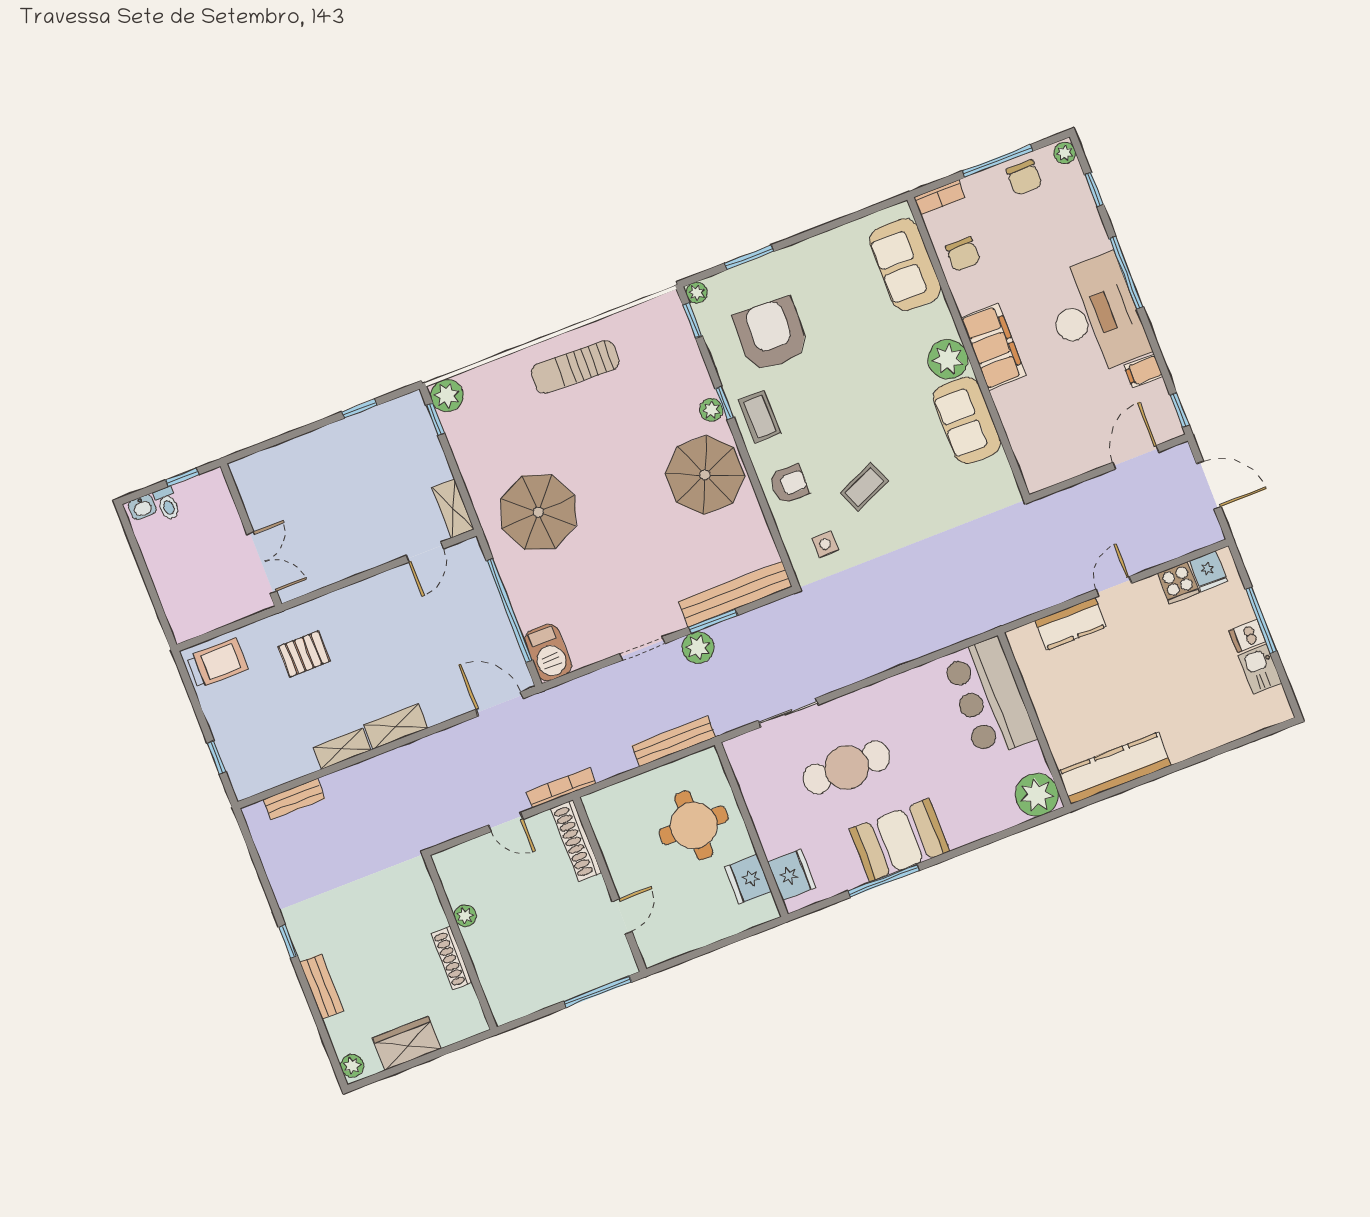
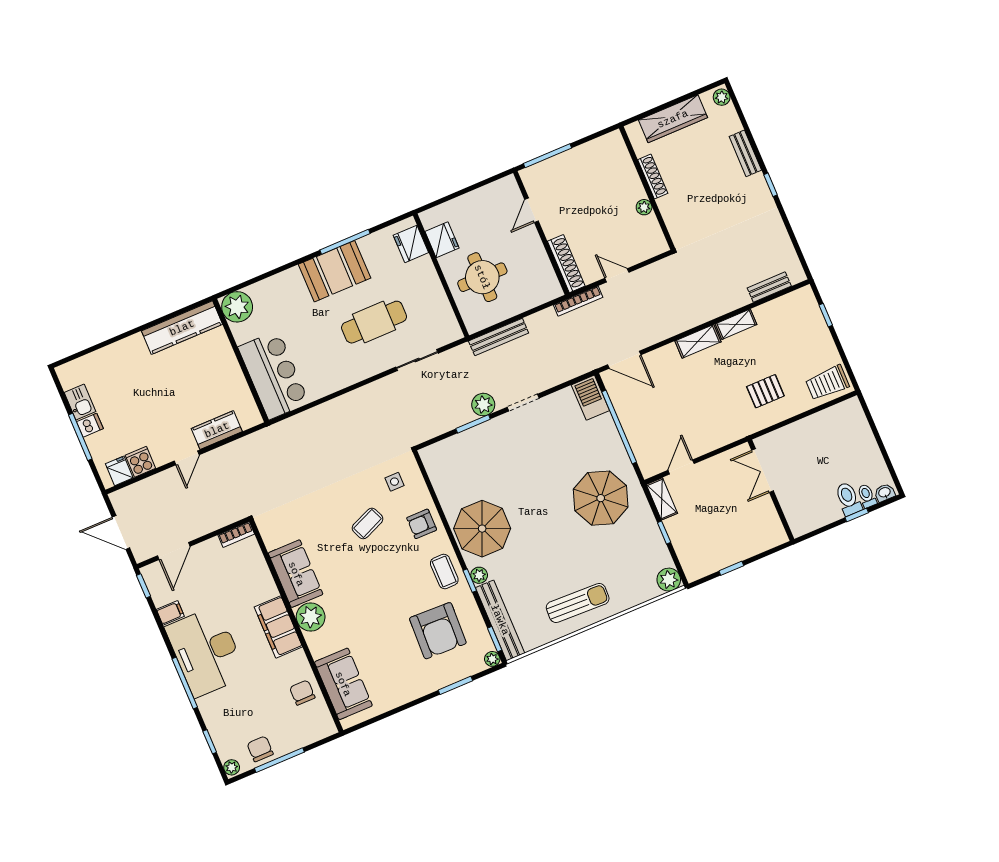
bookcase: (939, 197) -> (236, 535), moved, turned 180
window: (435, 419) -> (664, 533), moved
toilet: (193, 500) -> (848, 499), added
wall: (251, 535) -> (771, 490), moved
double door: (262, 563) -> (763, 471), moved
bench: (735, 594) -> (500, 620), moved, turned 90
wardrobe: (407, 1043) -> (673, 119), width x1.50

